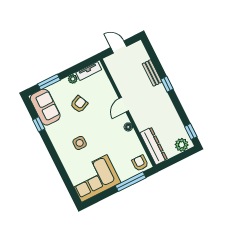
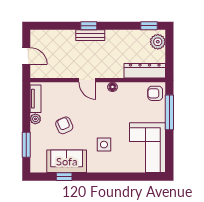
door: (119, 47) -> (26, 56), swing flipped
bench: (152, 73) -> (90, 35), moved
sofa: (45, 107) -> (67, 161), moved

